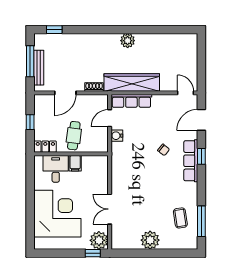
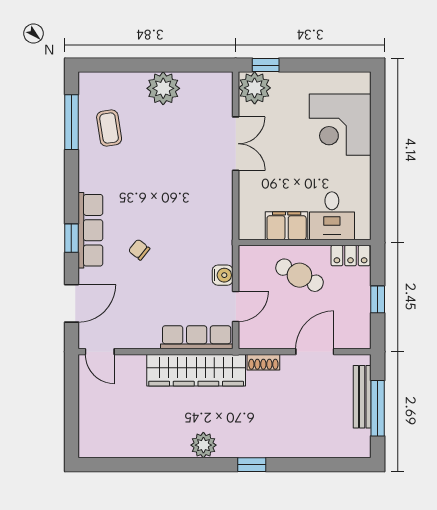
window: (54, 30) -> (252, 465), moved
cafe table: (74, 136) -> (299, 275), turned -70
filing cabinet: (75, 163) -> (287, 226), width x2.00
corner desk: (57, 214) -> (340, 125), width x0.74, depth x0.74

